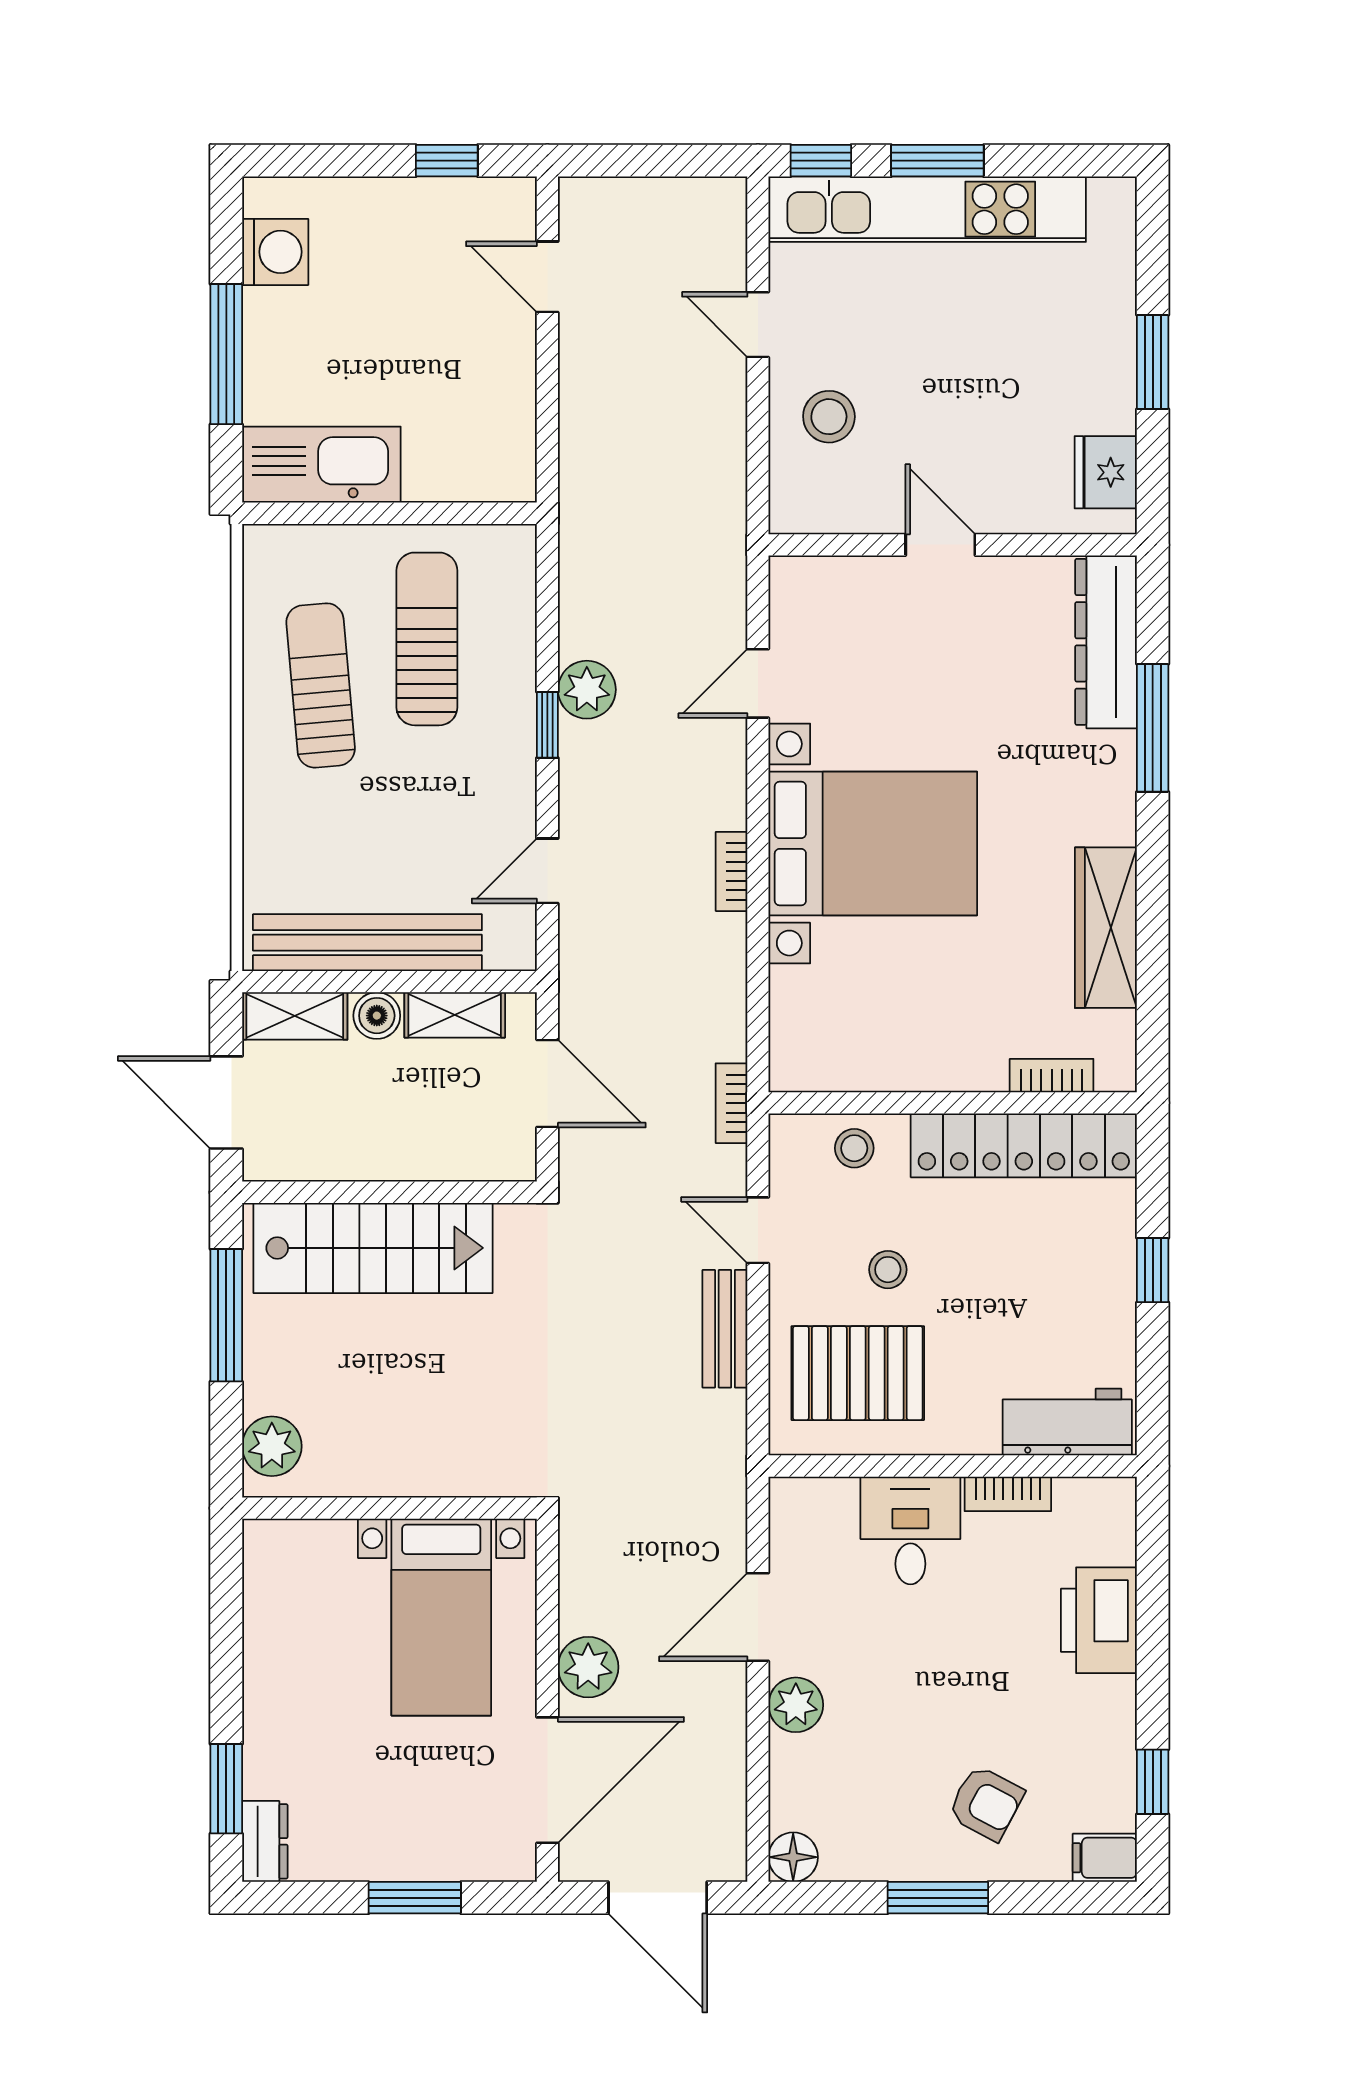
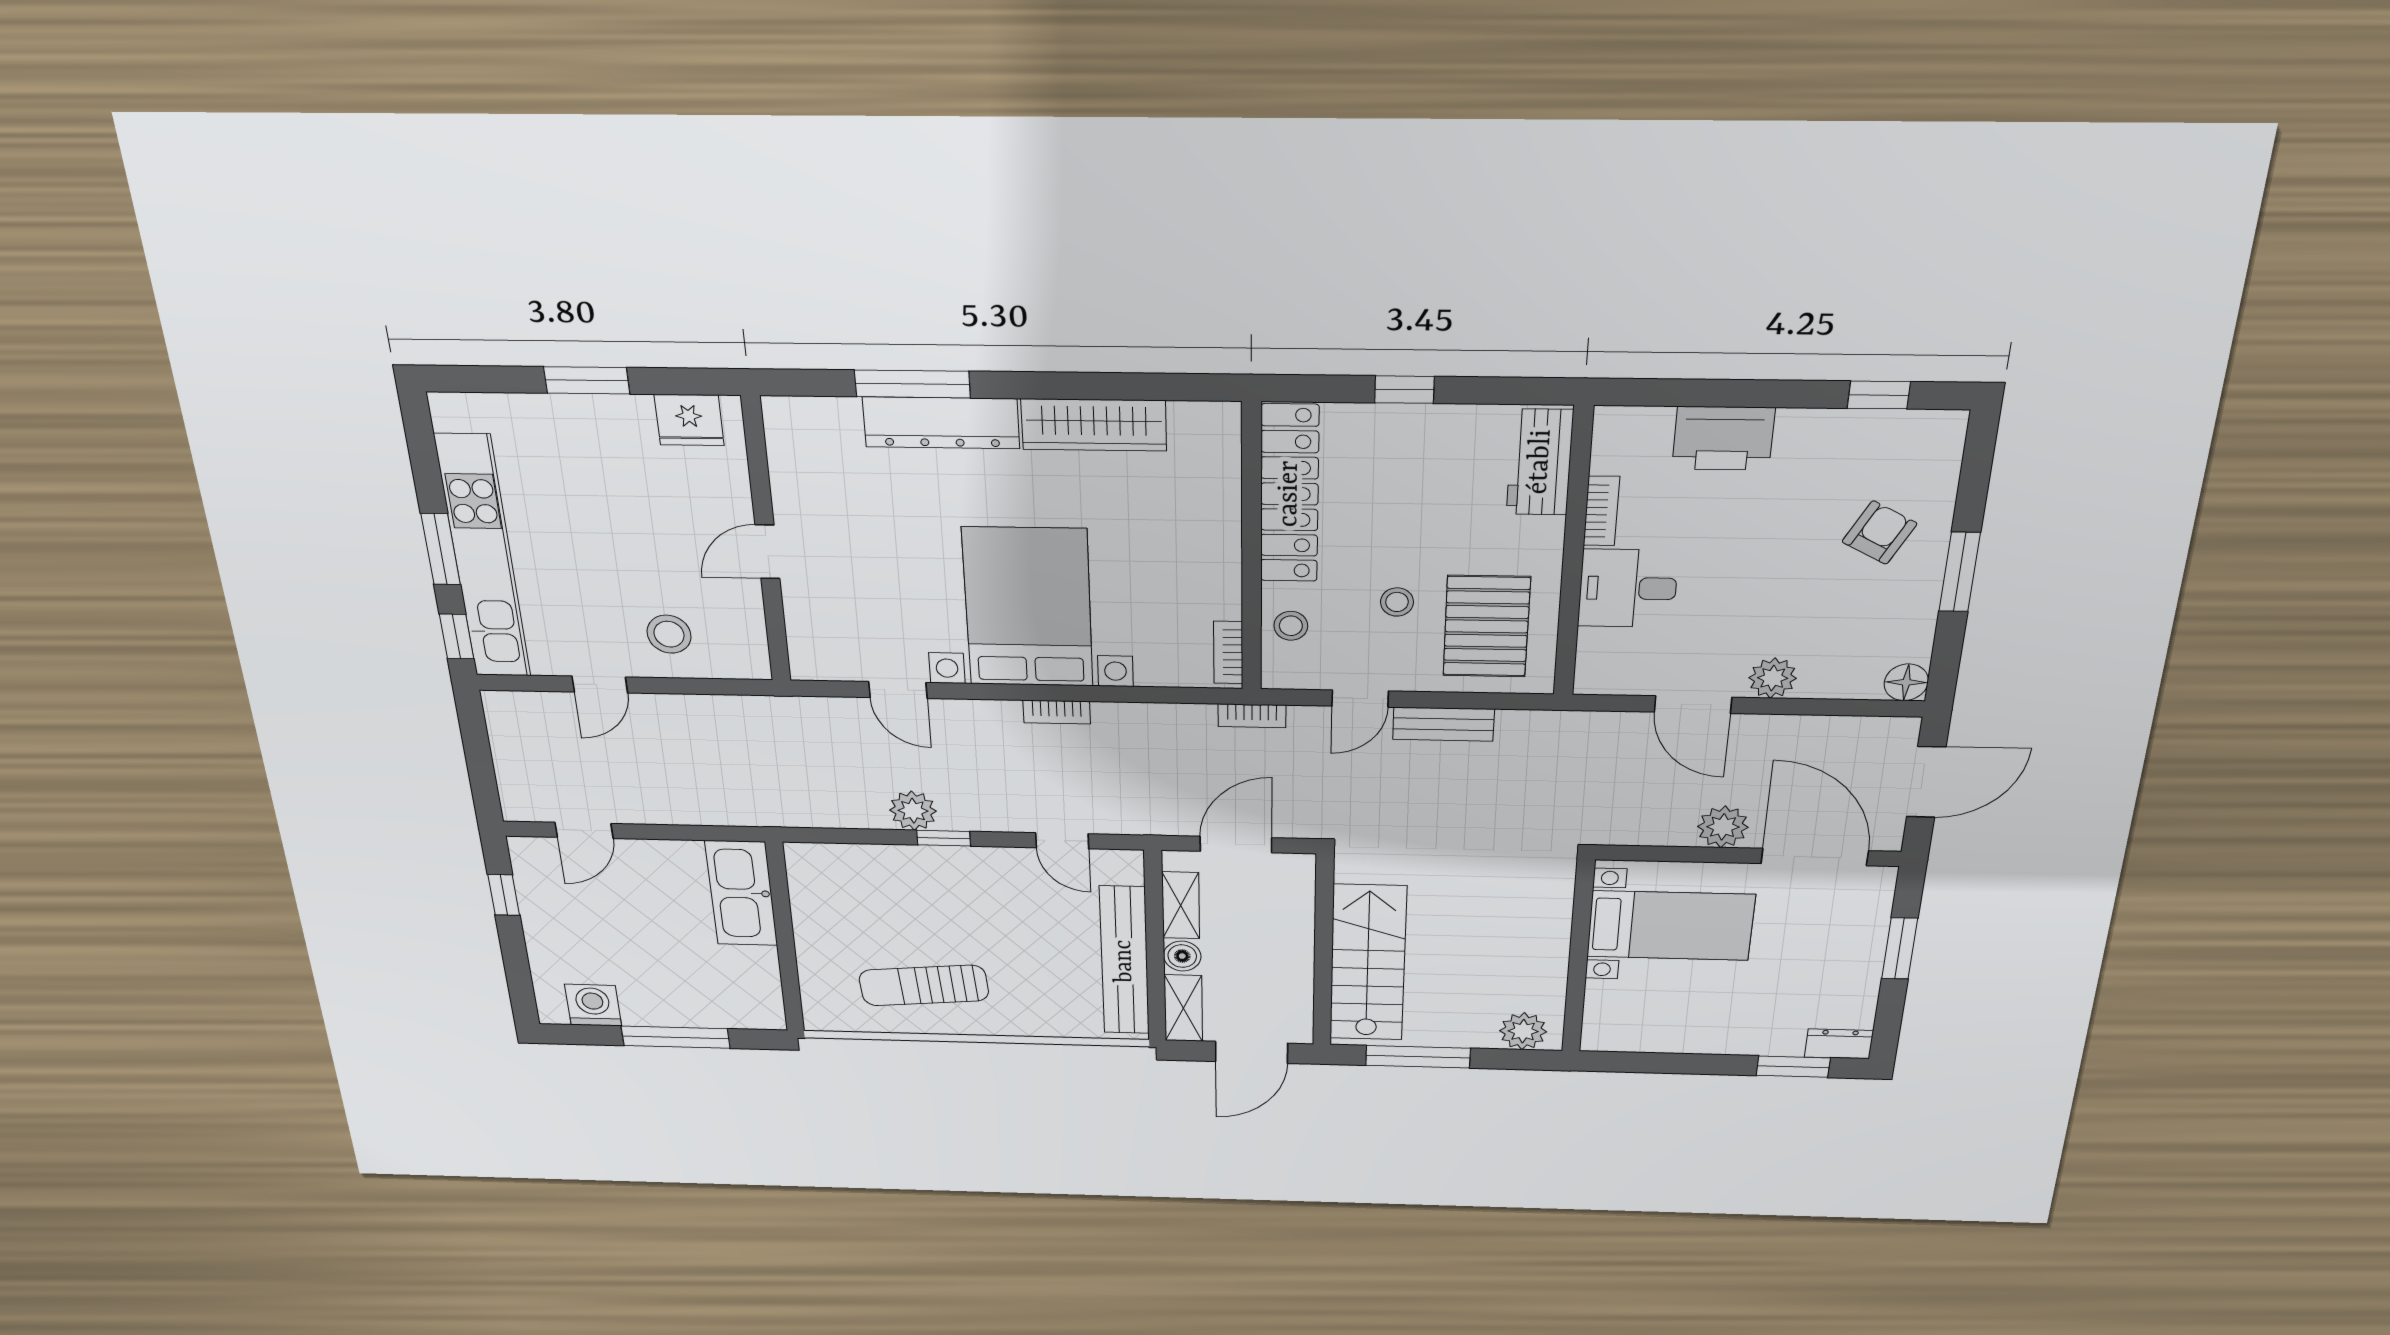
kitchen sink: (321, 465) -> (741, 893), moved
sun lounger: (427, 639) -> (881, 917), removed
dresser: (1106, 642) -> (941, 423), moved
bookcase: (1052, 1076) -> (1228, 652), moved
filing cabinet: (1105, 1858) -> (1944, 436), removed

